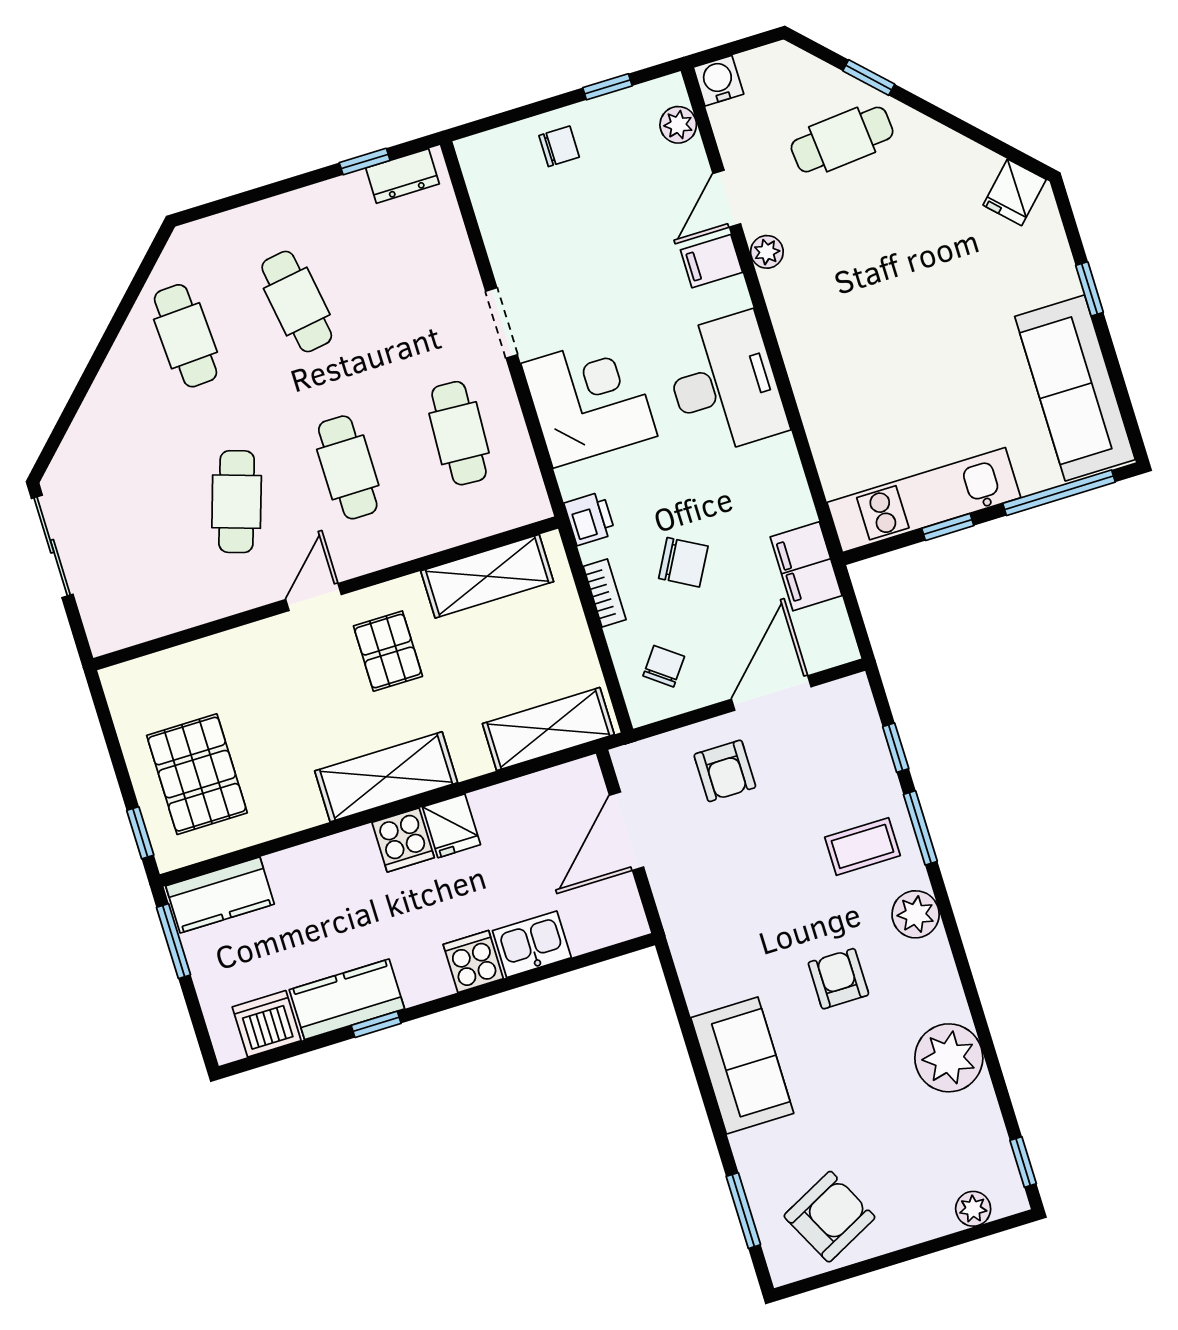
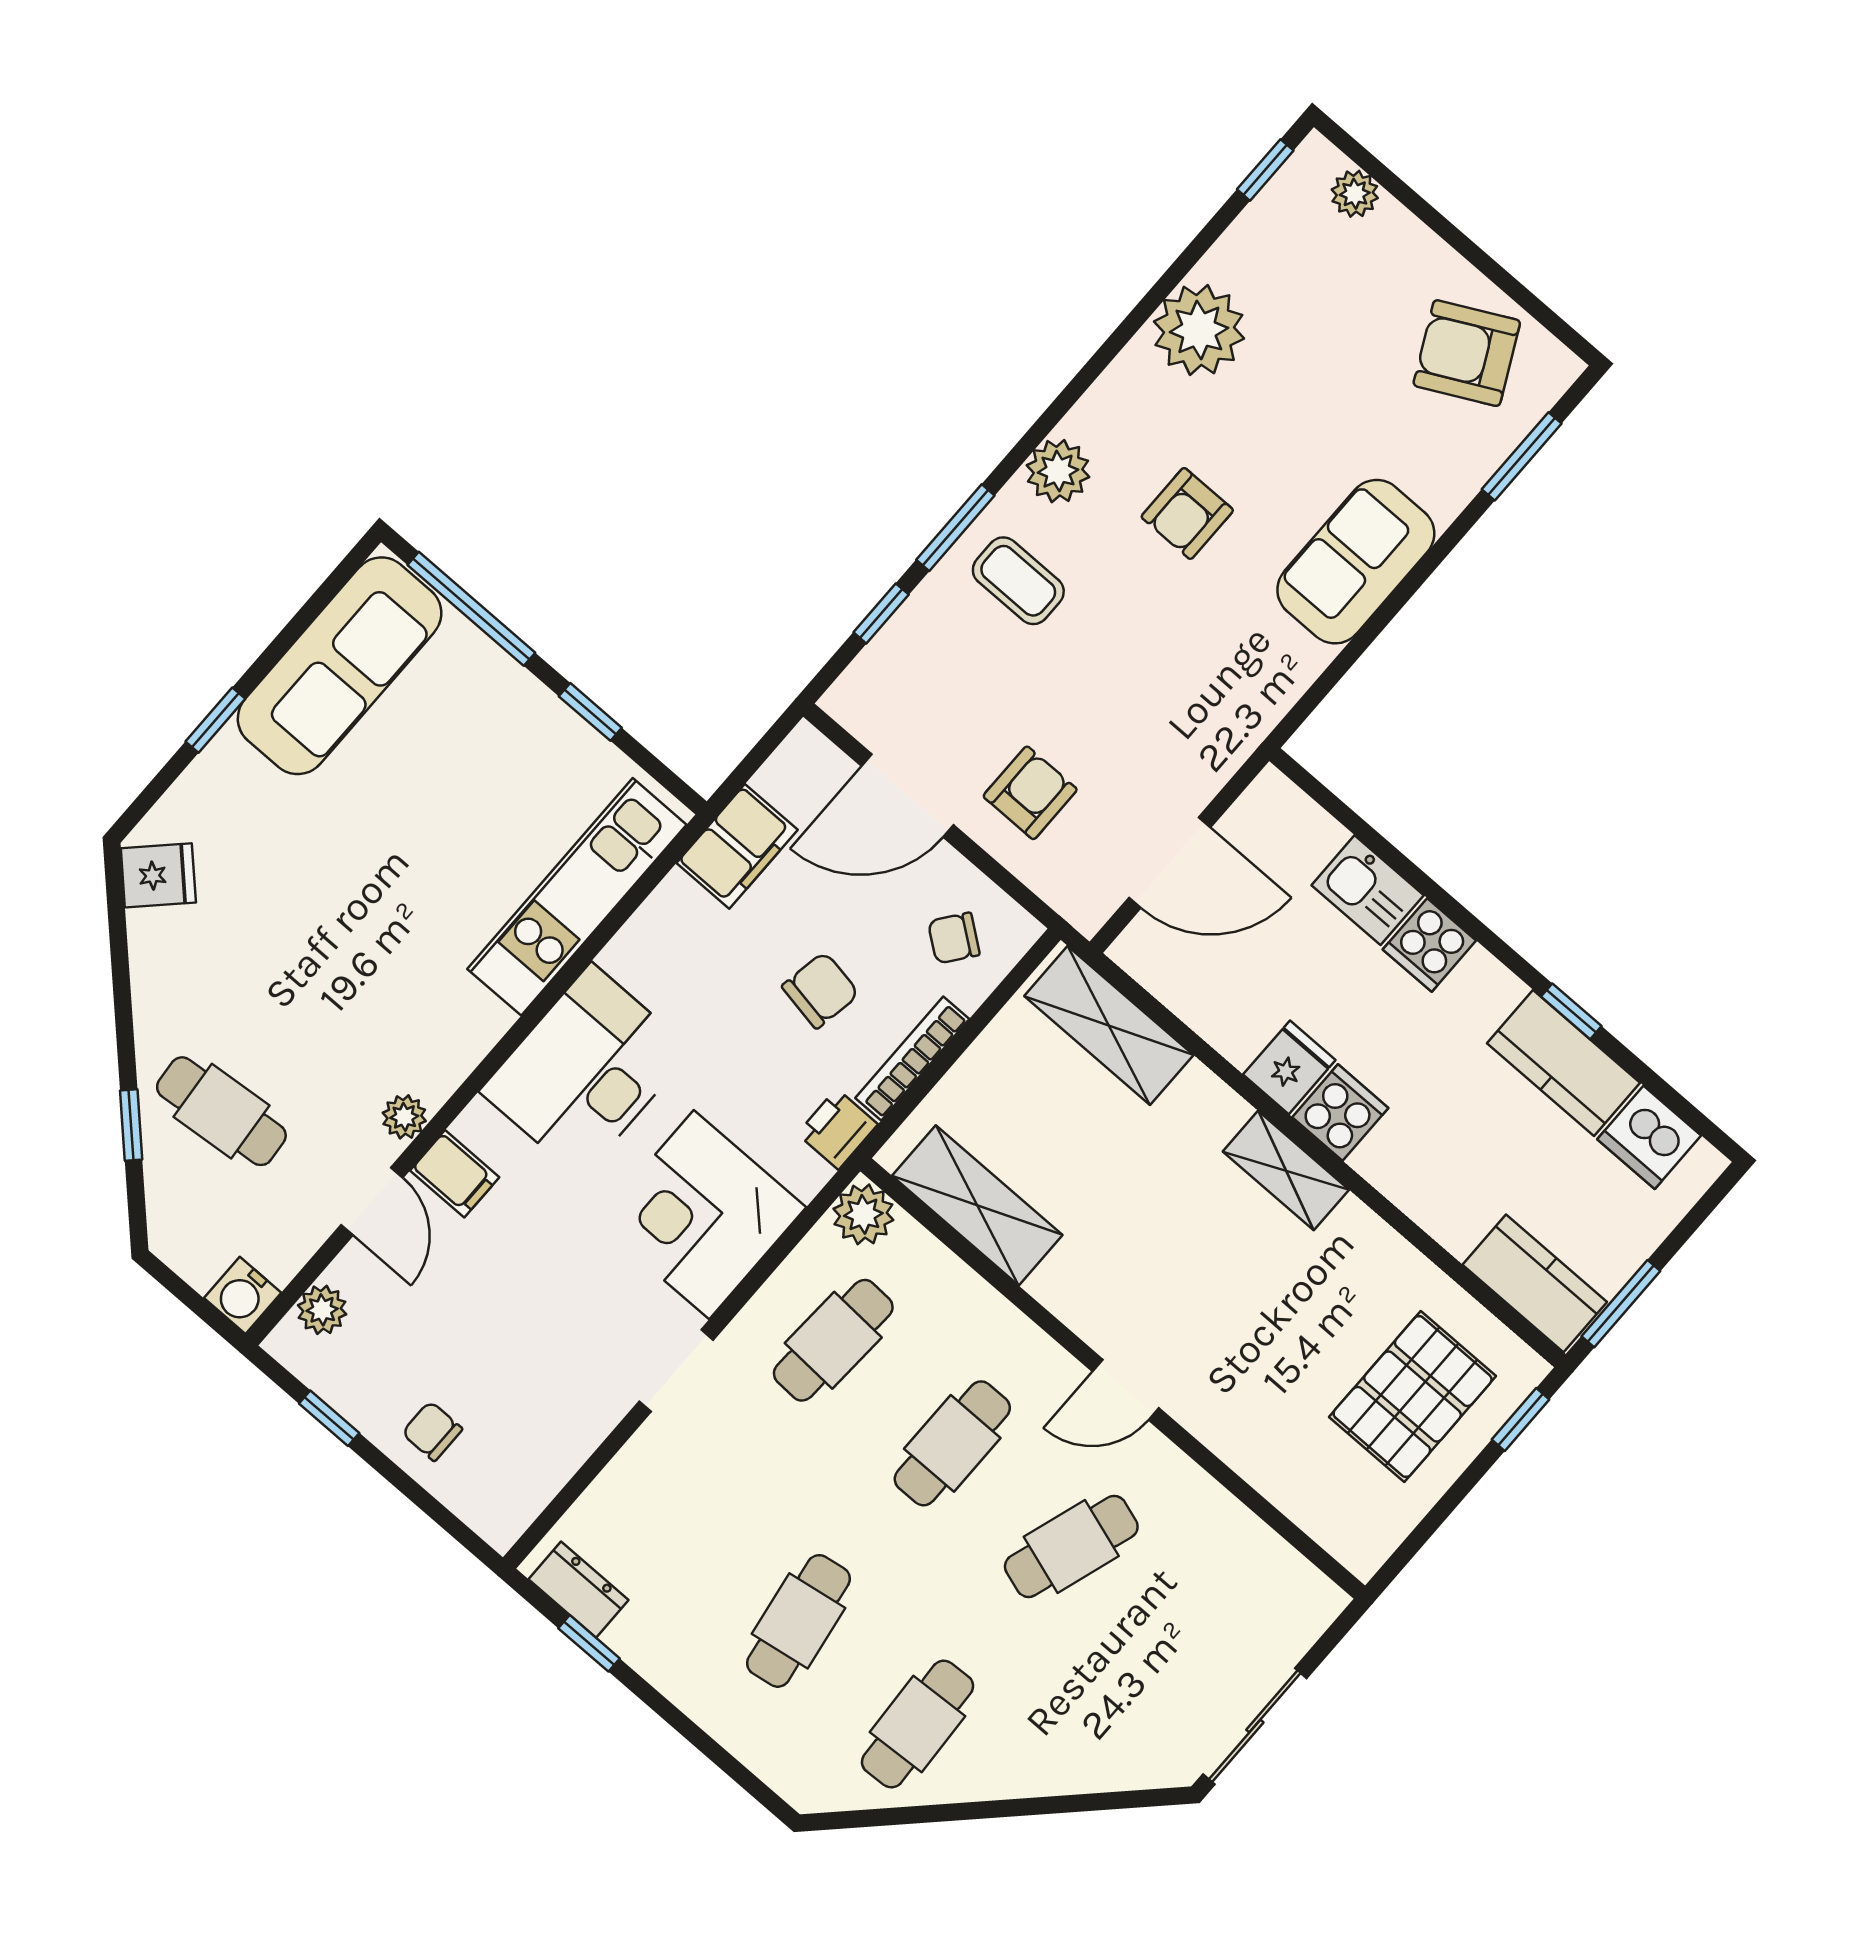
door: (727, 199) -> (372, 1201), hinge flipped
kitchen unit: (924, 500) -> (577, 897), moved, turned 90
plant: (526, 501) -> (863, 1214), added
chair: (683, 562) -> (820, 990), turned 71
bookcase: (605, 593) -> (912, 1058), width x1.56
pallet: (388, 651) -> (1134, 1266), removed
shelving: (386, 777) -> (1286, 1171), width x0.67, depth x0.75

